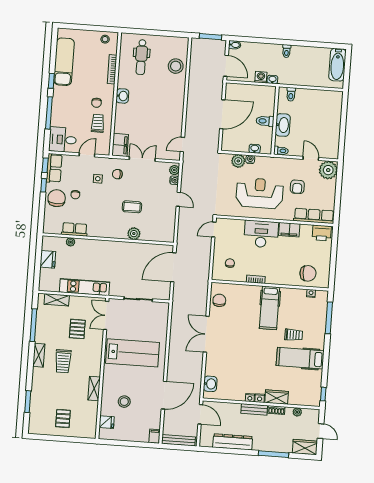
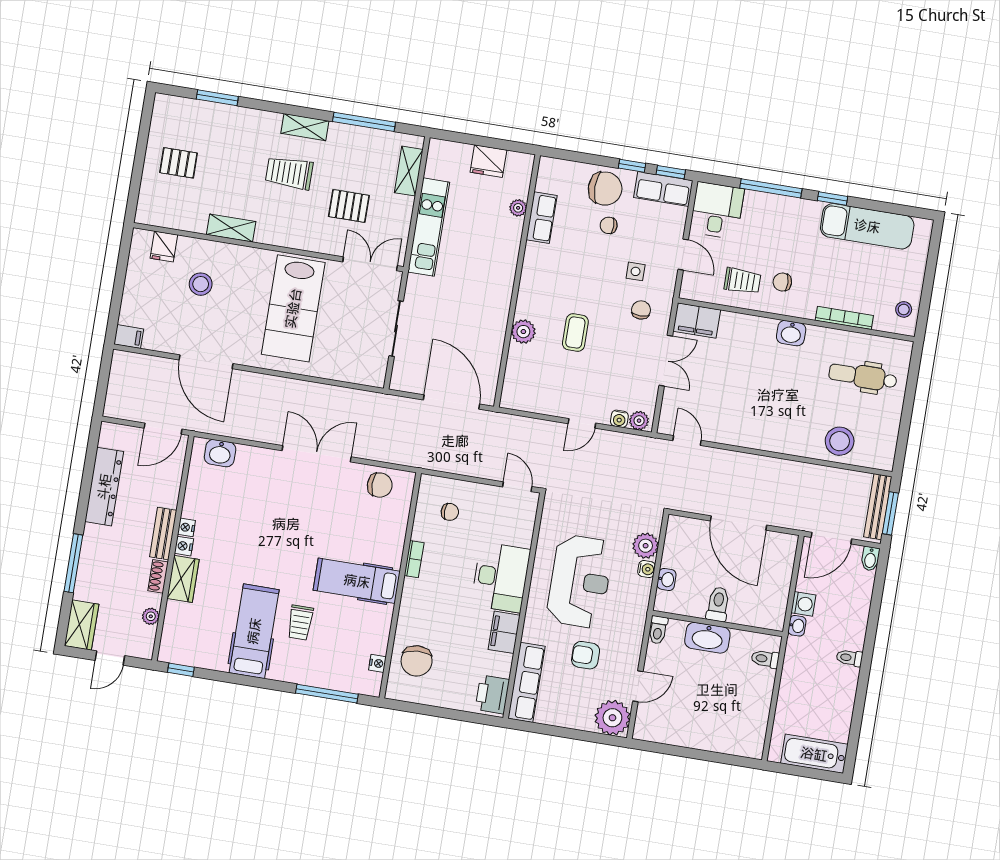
bench: (178, 440) -> (878, 507), moved

